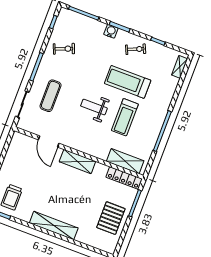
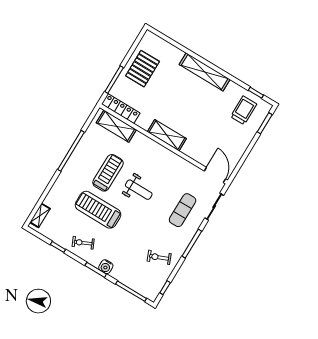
treadmill: (128, 82) -> (98, 210), turned 180
door: (49, 142) -> (215, 175), moved

